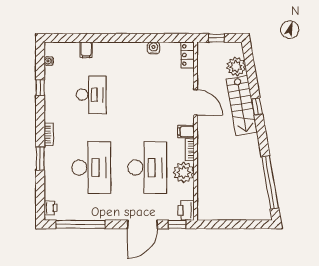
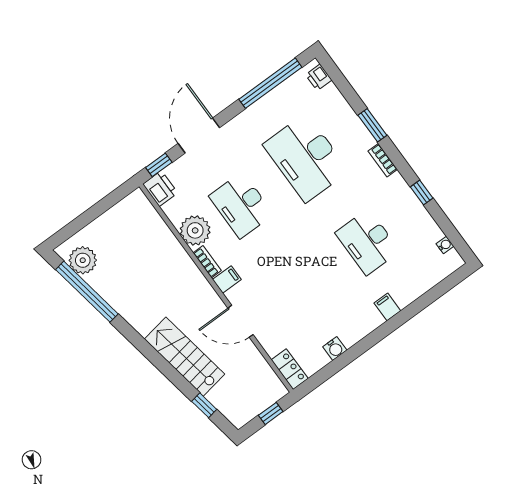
filing cabinet: (86, 50) -> (387, 307), moved
plant: (236, 66) -> (83, 260), moved
window: (40, 88) -> (422, 192), moved
window: (257, 106) -> (204, 405), moved
desk: (147, 168) -> (241, 205), width x0.73, depth x0.77

